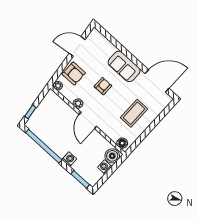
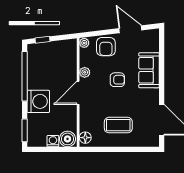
sofa: (124, 66) -> (149, 70), moved
washing machine: (69, 159) -> (38, 101), width x1.89, depth x1.89

